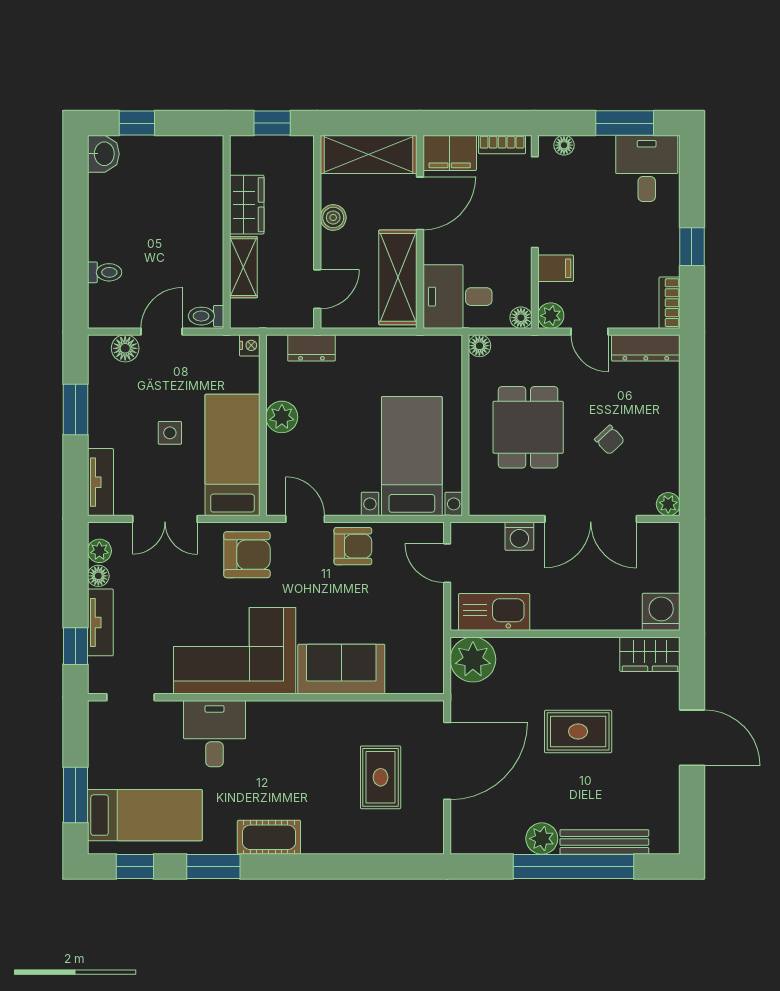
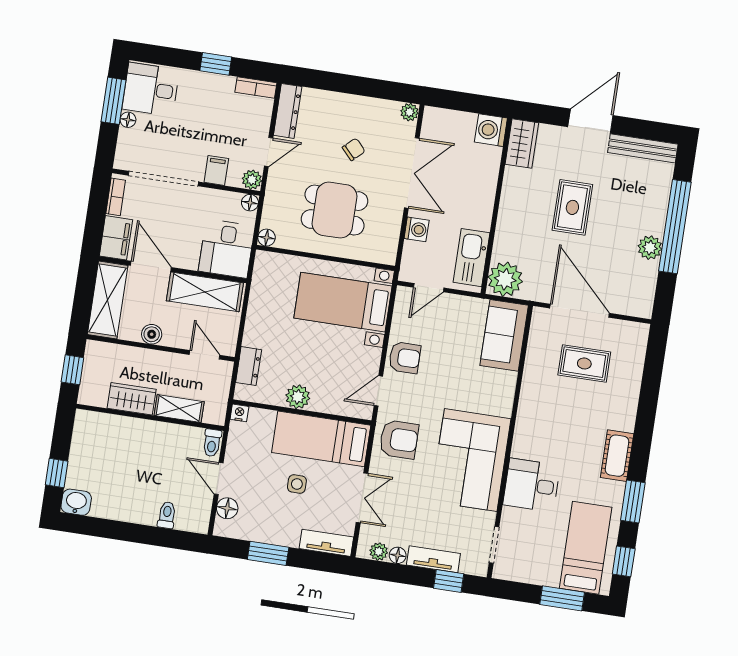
floor lamp: (564, 145) -> (128, 120), moved
armchair: (353, 546) -> (405, 358), turned 90
armchair: (247, 555) -> (399, 439), turned 90
sofa: (341, 669) -> (504, 335), moved
bench: (604, 842) -> (643, 148), moved, turned 90

